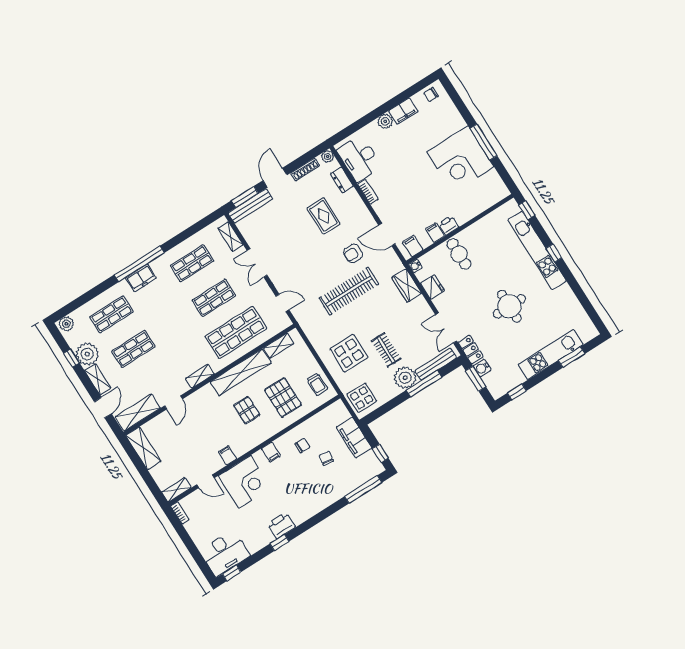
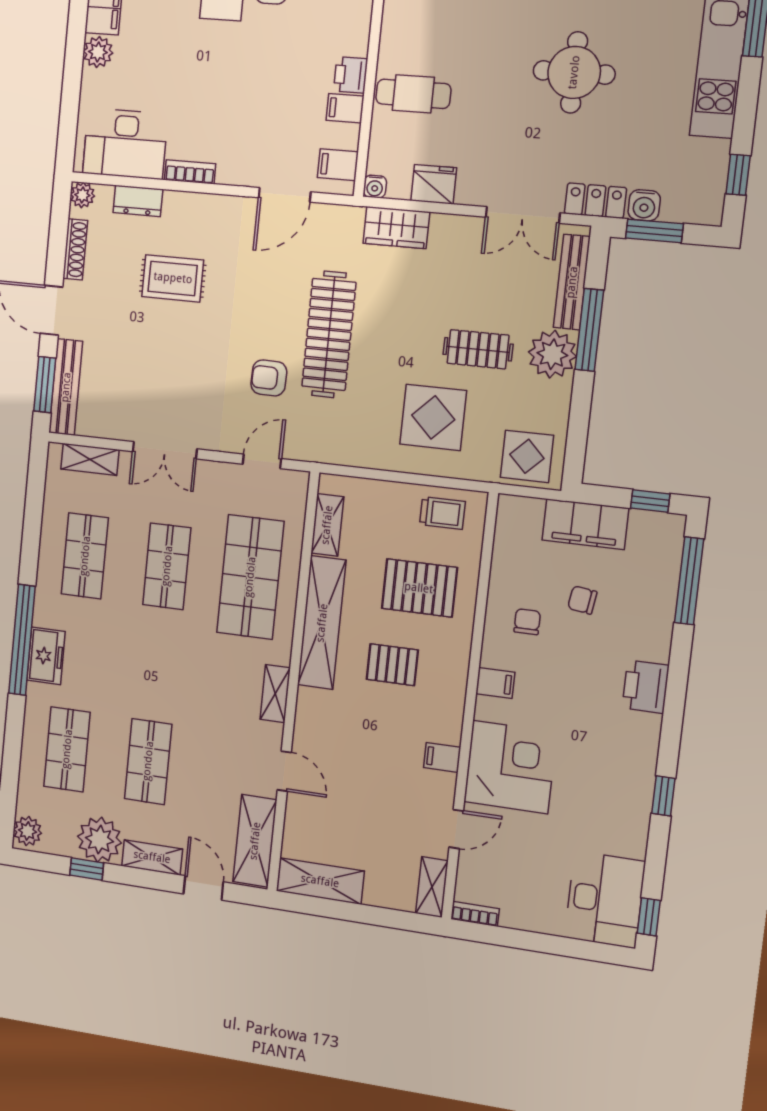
armchair: (353, 253) -> (269, 378), moved, turned 91
printer: (281, 525) -> (646, 687), moved

